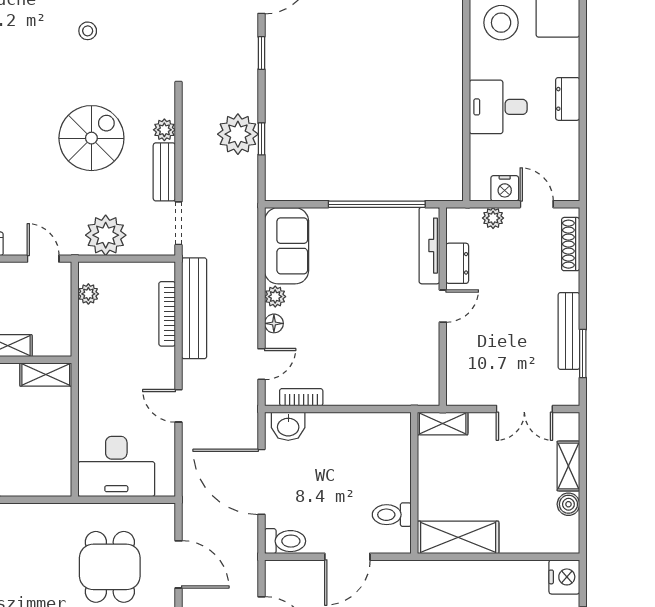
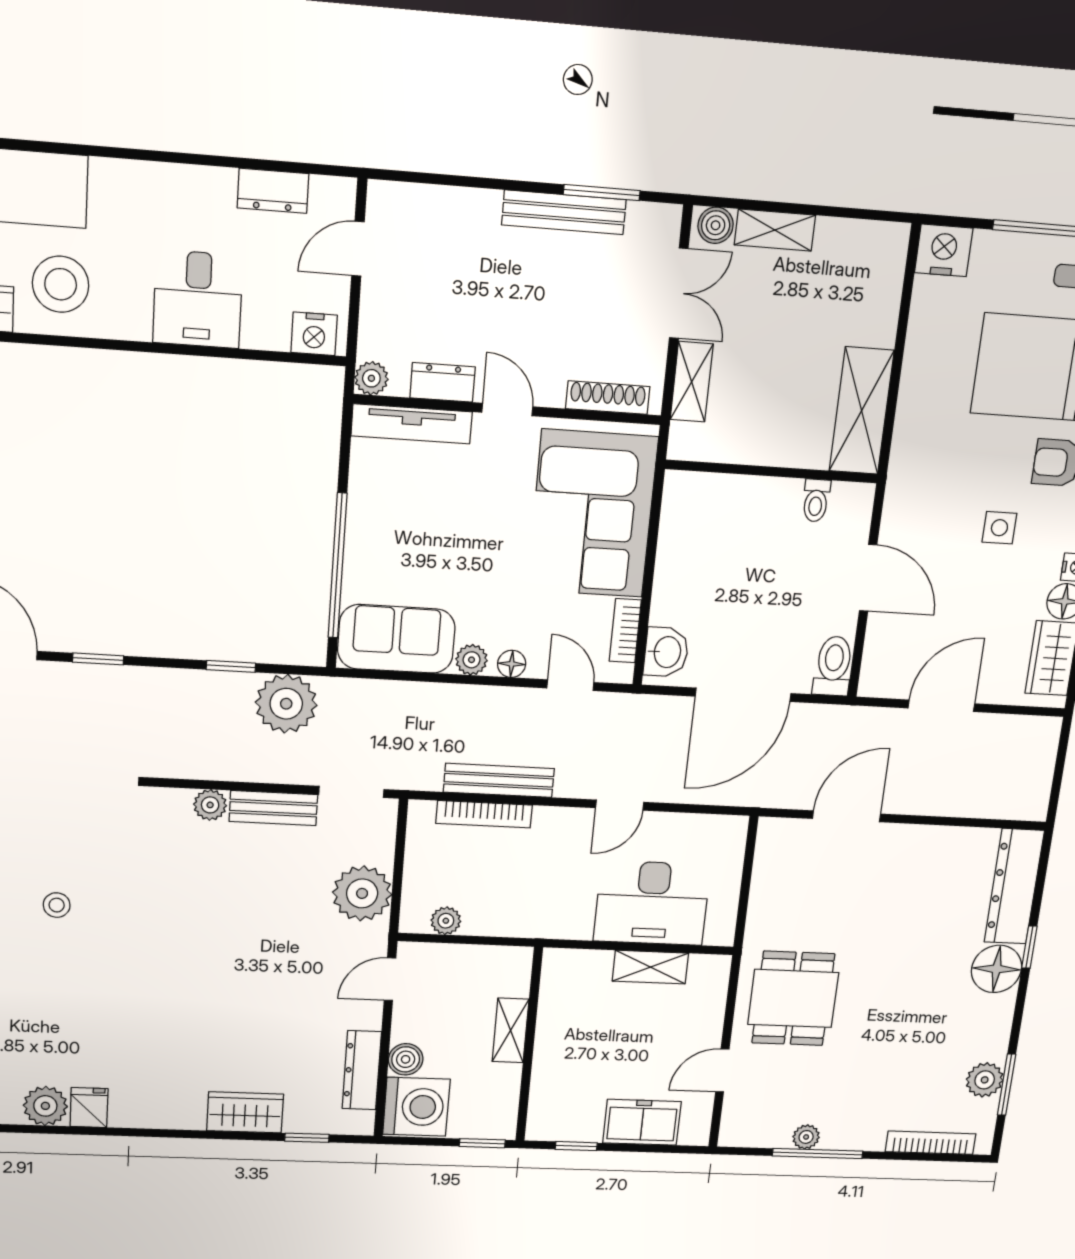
dresser: (568, 99) -> (273, 191), moved
plant: (238, 134) -> (286, 704), moved
spiral stairs: (91, 138) -> (217, 907), removed
nightstand: (505, 188) -> (314, 334), moved, turned 90
window: (377, 204) -> (337, 566), moved
plant: (493, 218) -> (371, 378), moved
shoe rack: (571, 244) -> (608, 398), moved, turned 180
bench: (194, 308) -> (499, 780), width x0.73, depth x0.82
corner sofa: (379, 368) -> (592, 514), added
shelving: (46, 375) -> (650, 967), moved, turned 90
shelving: (443, 423) -> (692, 382), moved
desk: (116, 466) -> (652, 903), moved, turned 90
boiler: (568, 504) -> (716, 225), moved
toilet: (392, 515) -> (816, 500), width x0.73, depth x0.72
dining table: (110, 567) -> (793, 998), moved, turned 90

